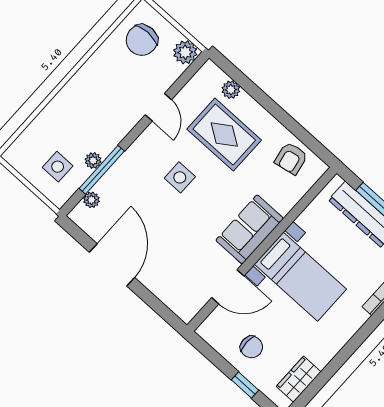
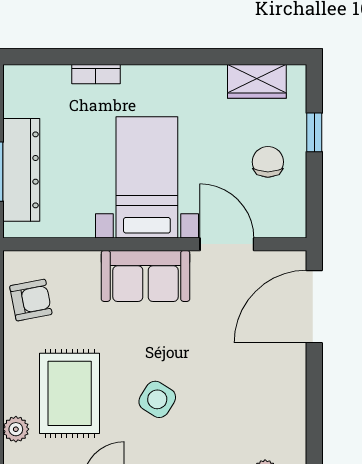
side table: (180, 177) -> (157, 399), turned 32
door: (112, 265) -> (314, 307), moved

